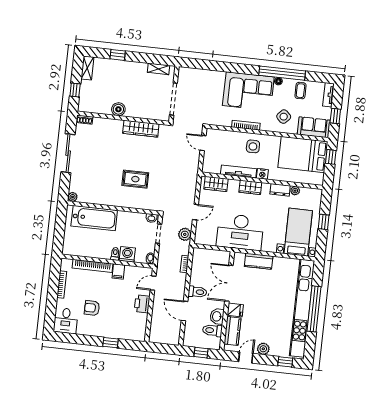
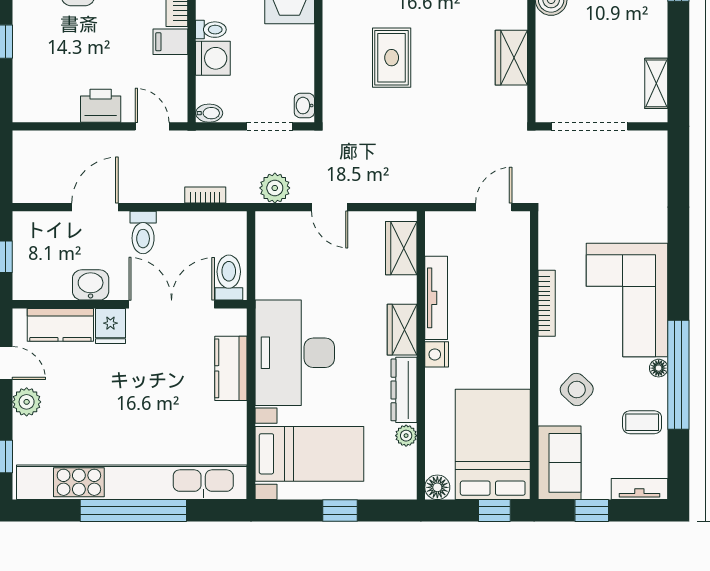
wardrobe: (141, 129) -> (511, 58), width x0.67
side table: (253, 146) -> (499, 325), removed
floor lamp: (318, 180) -> (437, 487), added
dresser: (280, 190) -> (404, 390), width x1.44
desk: (240, 232) -> (295, 353), moved
toilet: (212, 330) -> (229, 278), moved

